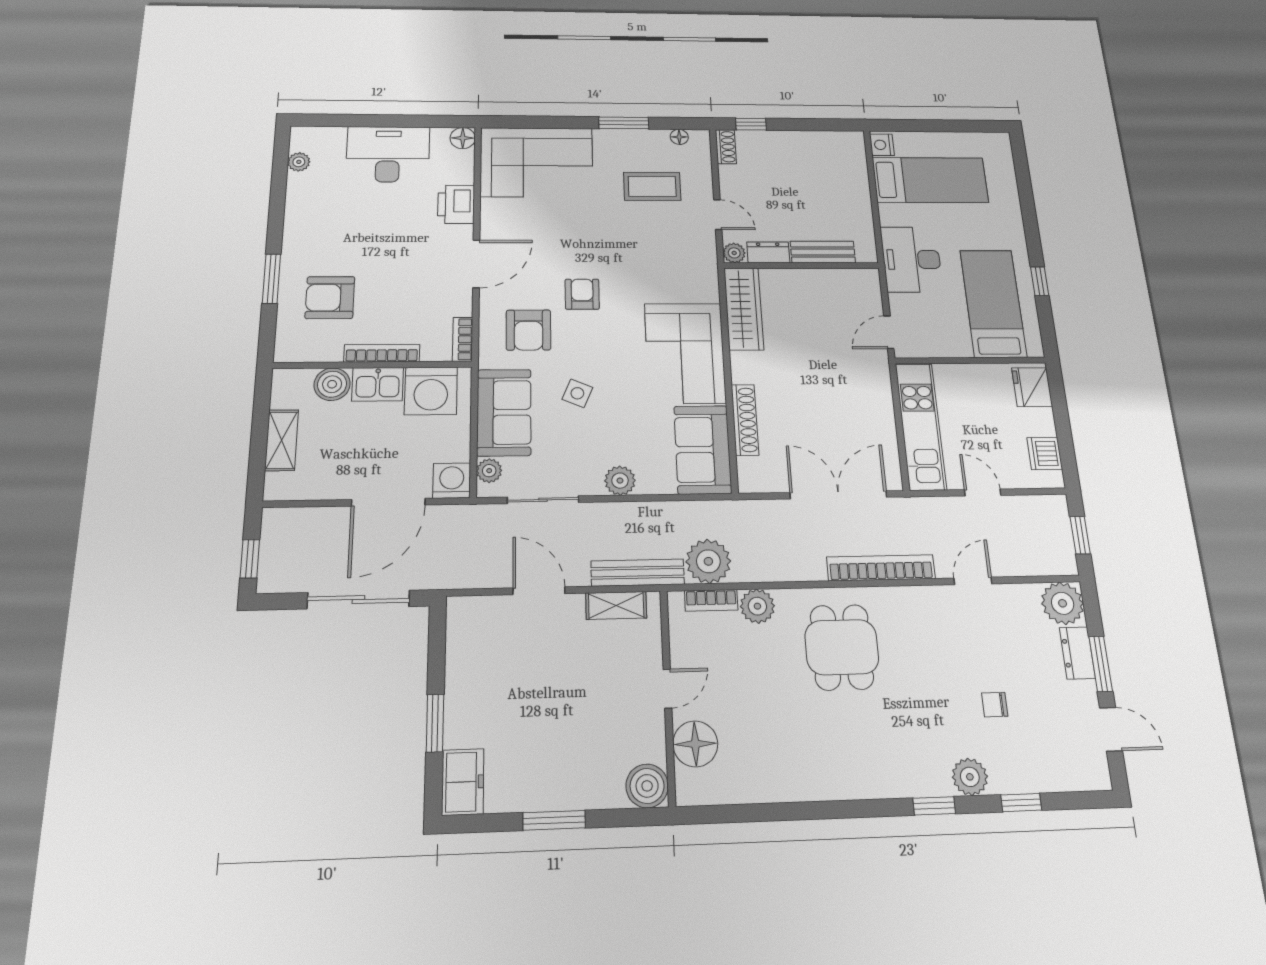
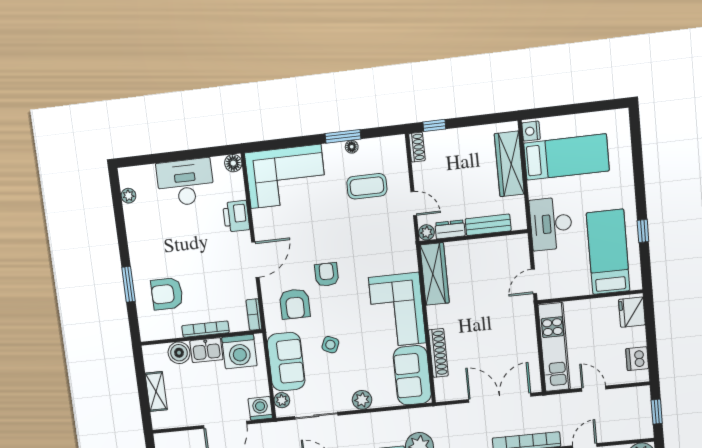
floor lamp: (679, 137) -> (352, 147), moved
wardrobe: (853, 180) -> (509, 164), added

